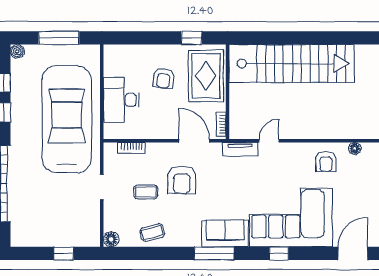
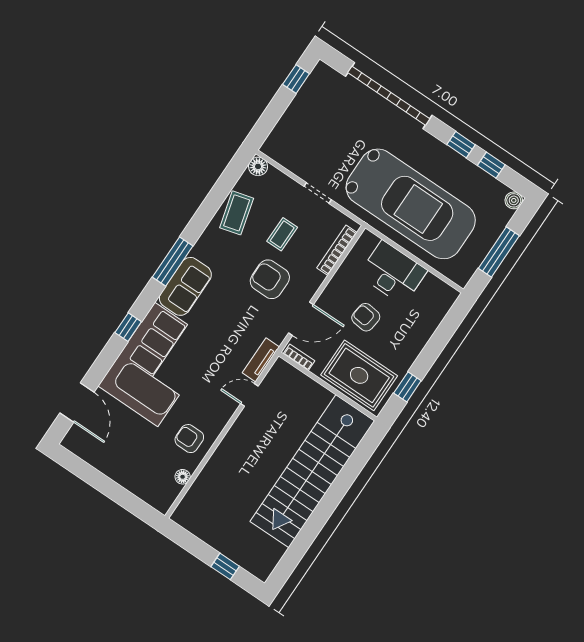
armchair: (164, 78) -> (366, 317), moved
door: (269, 141) -> (249, 395), swing flipped
bookcase: (132, 148) -> (337, 250), width x1.56
coffee table: (152, 232) -> (237, 213), width x1.36, depth x1.30
window: (64, 253) -> (296, 79), moved

